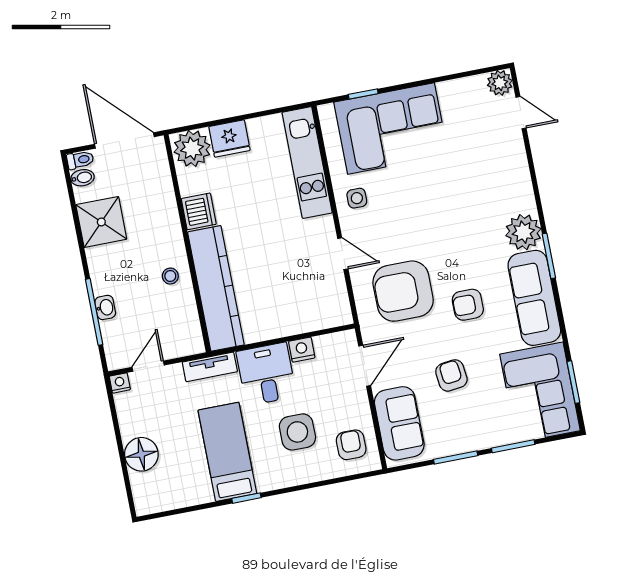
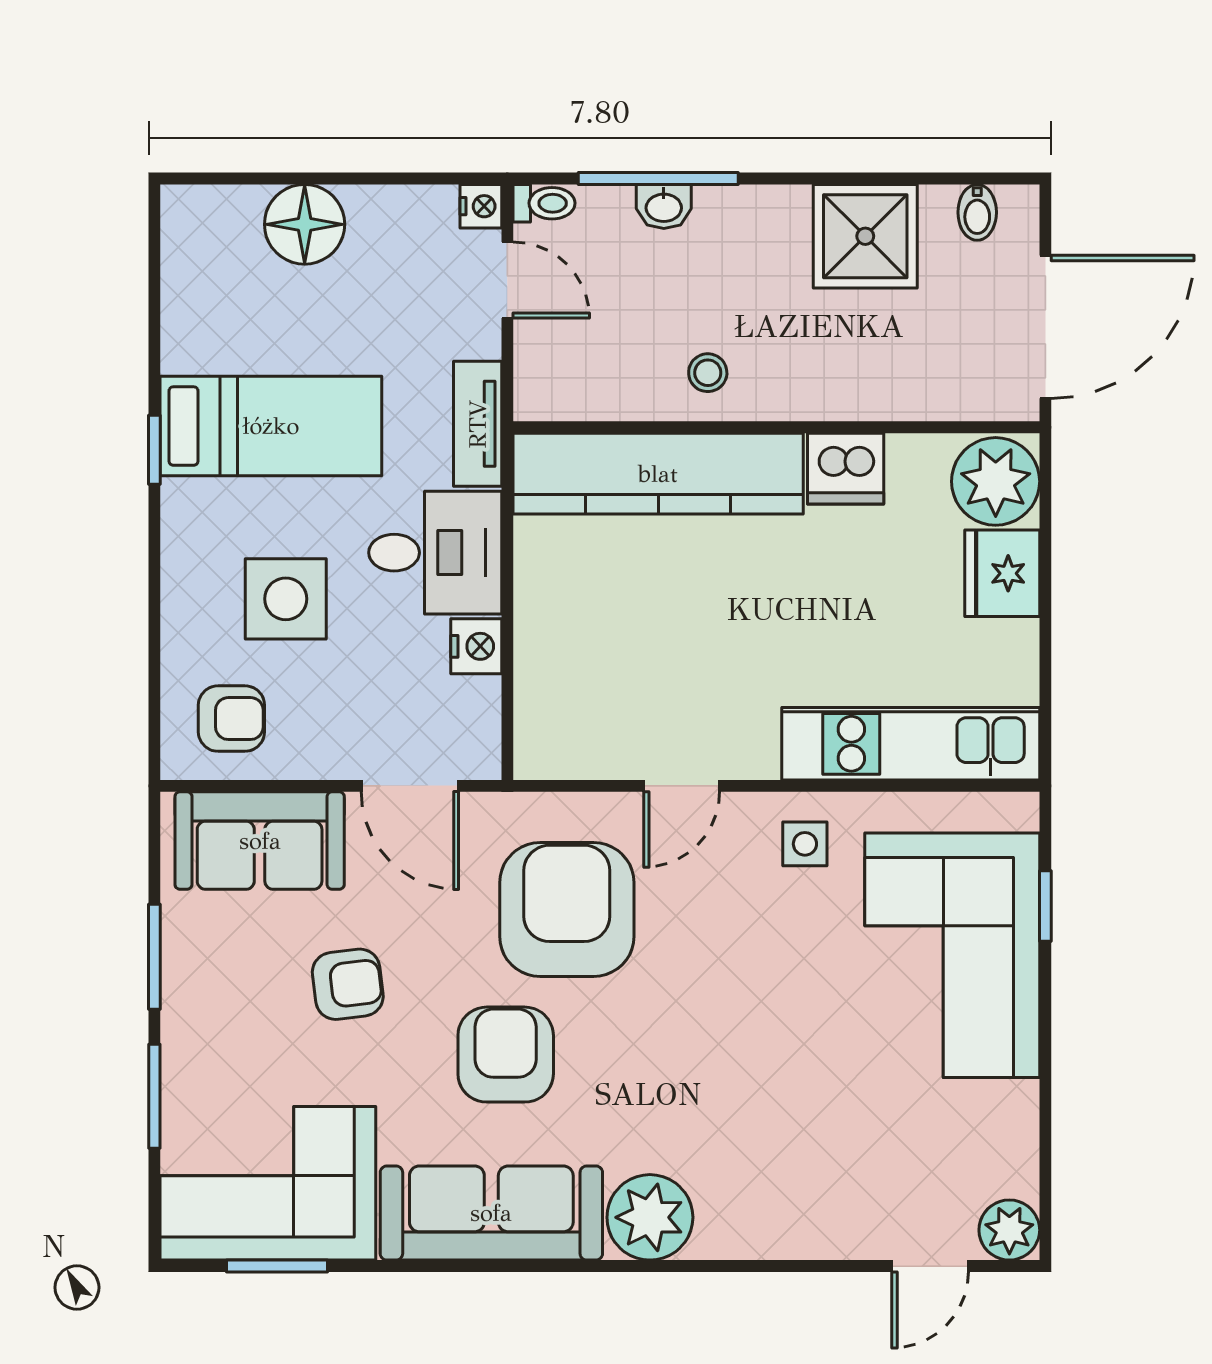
toilet: (80, 160) -> (544, 203), moved, turned -90
window: (549, 256) -> (583, 1266), removed
armchair: (468, 305) -> (506, 1055), width x1.38, depth x1.38

